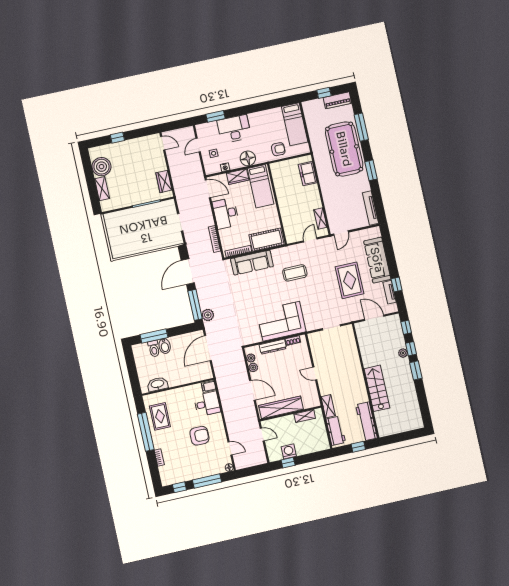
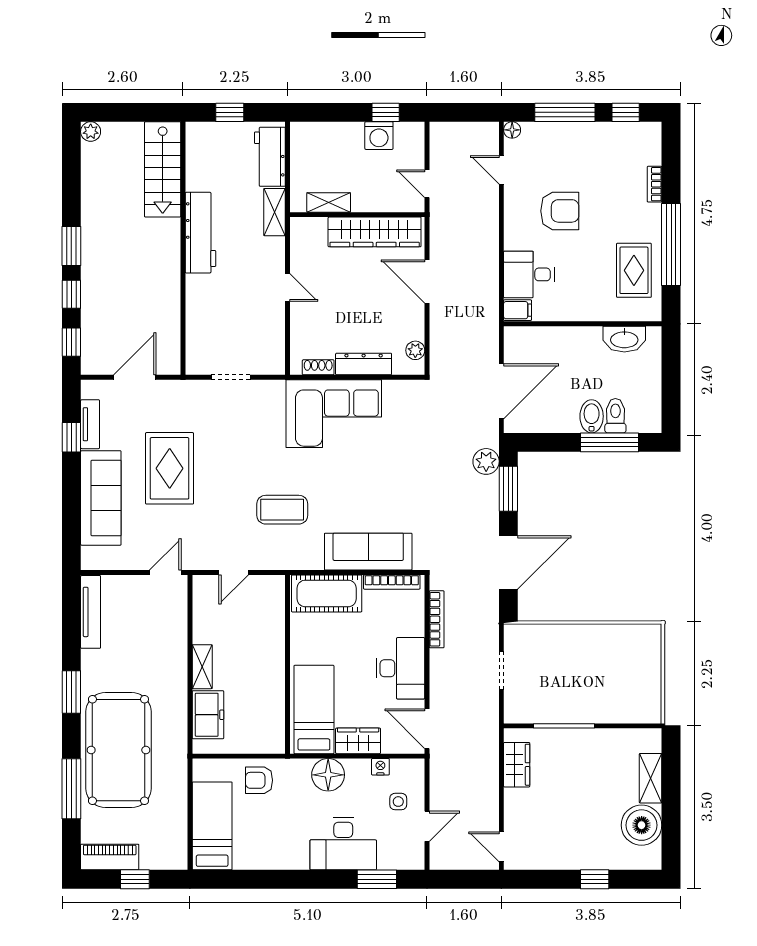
shelving: (320, 218) -> (202, 667), moved
window: (195, 305) -> (508, 489), width x0.69
door: (374, 318) -> (135, 377), swing flipped
plant: (403, 353) -> (91, 132), moved
plant: (253, 367) -> (415, 329), removed
stairs: (377, 388) -> (163, 169), moved
workbench: (366, 421) -> (200, 233), moved
armchair: (199, 436) -> (560, 211), turned 180

